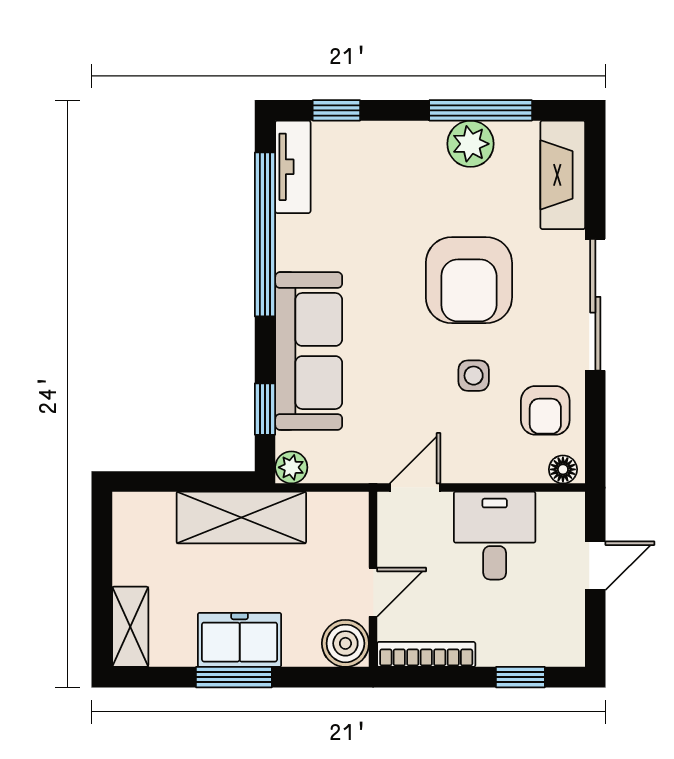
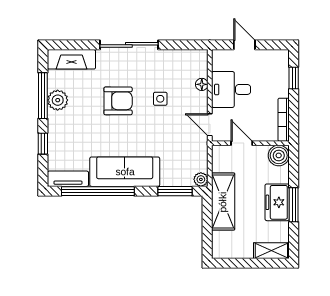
window: (336, 110) -> (43, 144), moved
armchair: (469, 280) -> (118, 101), width x0.73, depth x0.73
sofa: (309, 351) -> (125, 172), moved
window: (265, 409) -> (175, 191), width x1.50
armchair: (545, 410) -> (176, 67), removed
floor lamp: (563, 469) -> (202, 84), moved
door: (373, 592) -> (242, 143), moved

